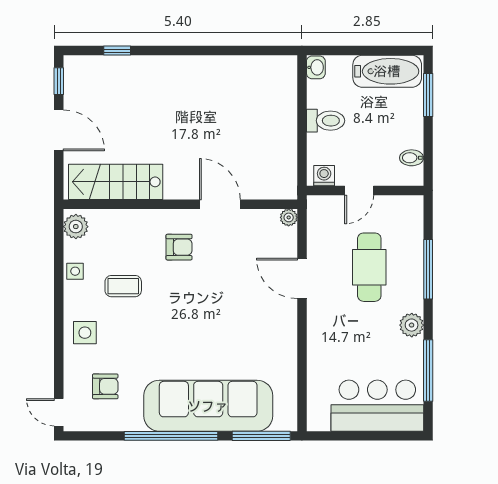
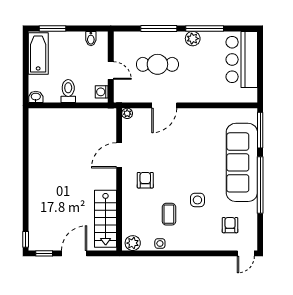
window: (117, 51) -> (26, 239), moved
side table: (85, 333) -> (197, 200), moved
window: (428, 370) -> (205, 29), moved

